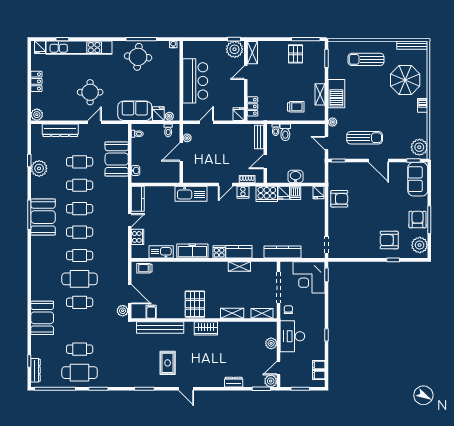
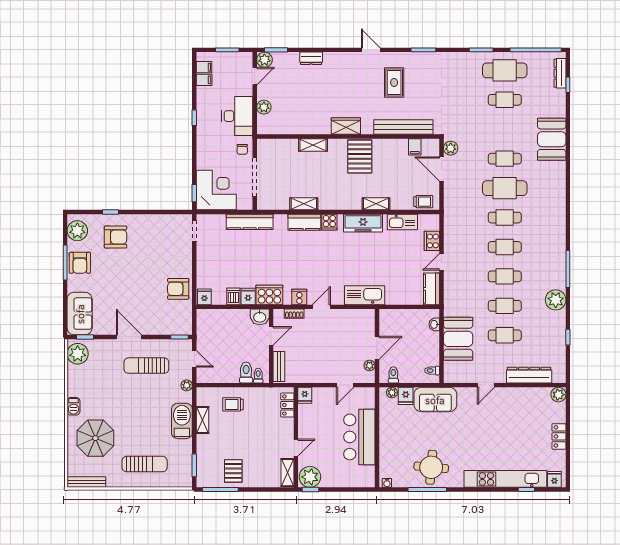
round table: (90, 92) -> (491, 423), removed
plant: (39, 168) -> (556, 300), moved
washbasin: (295, 177) -> (260, 317), moved
booth: (43, 217) -> (551, 266), removed
shelving: (262, 313) -> (376, 204), moved

